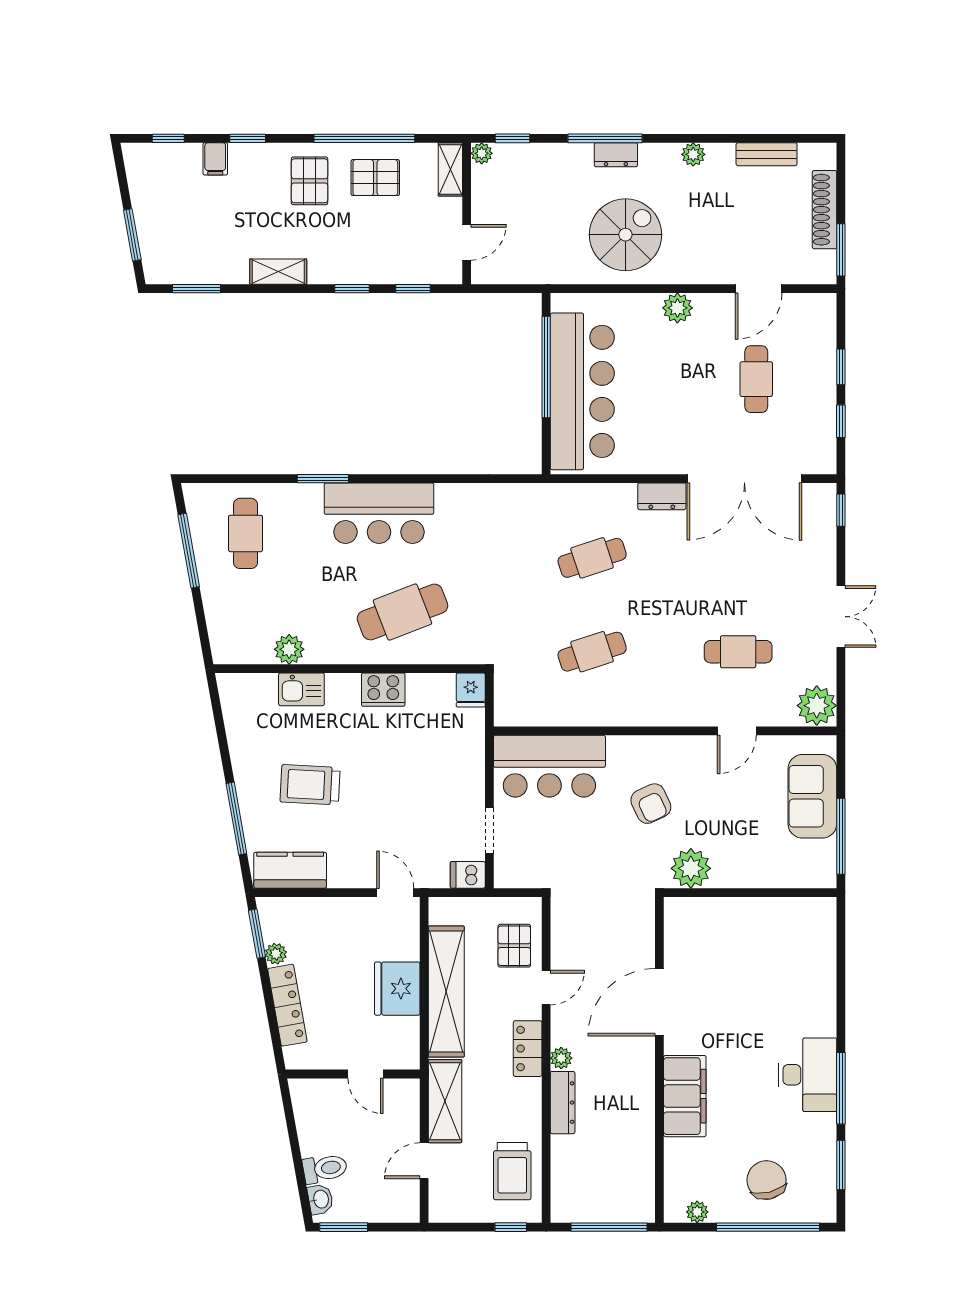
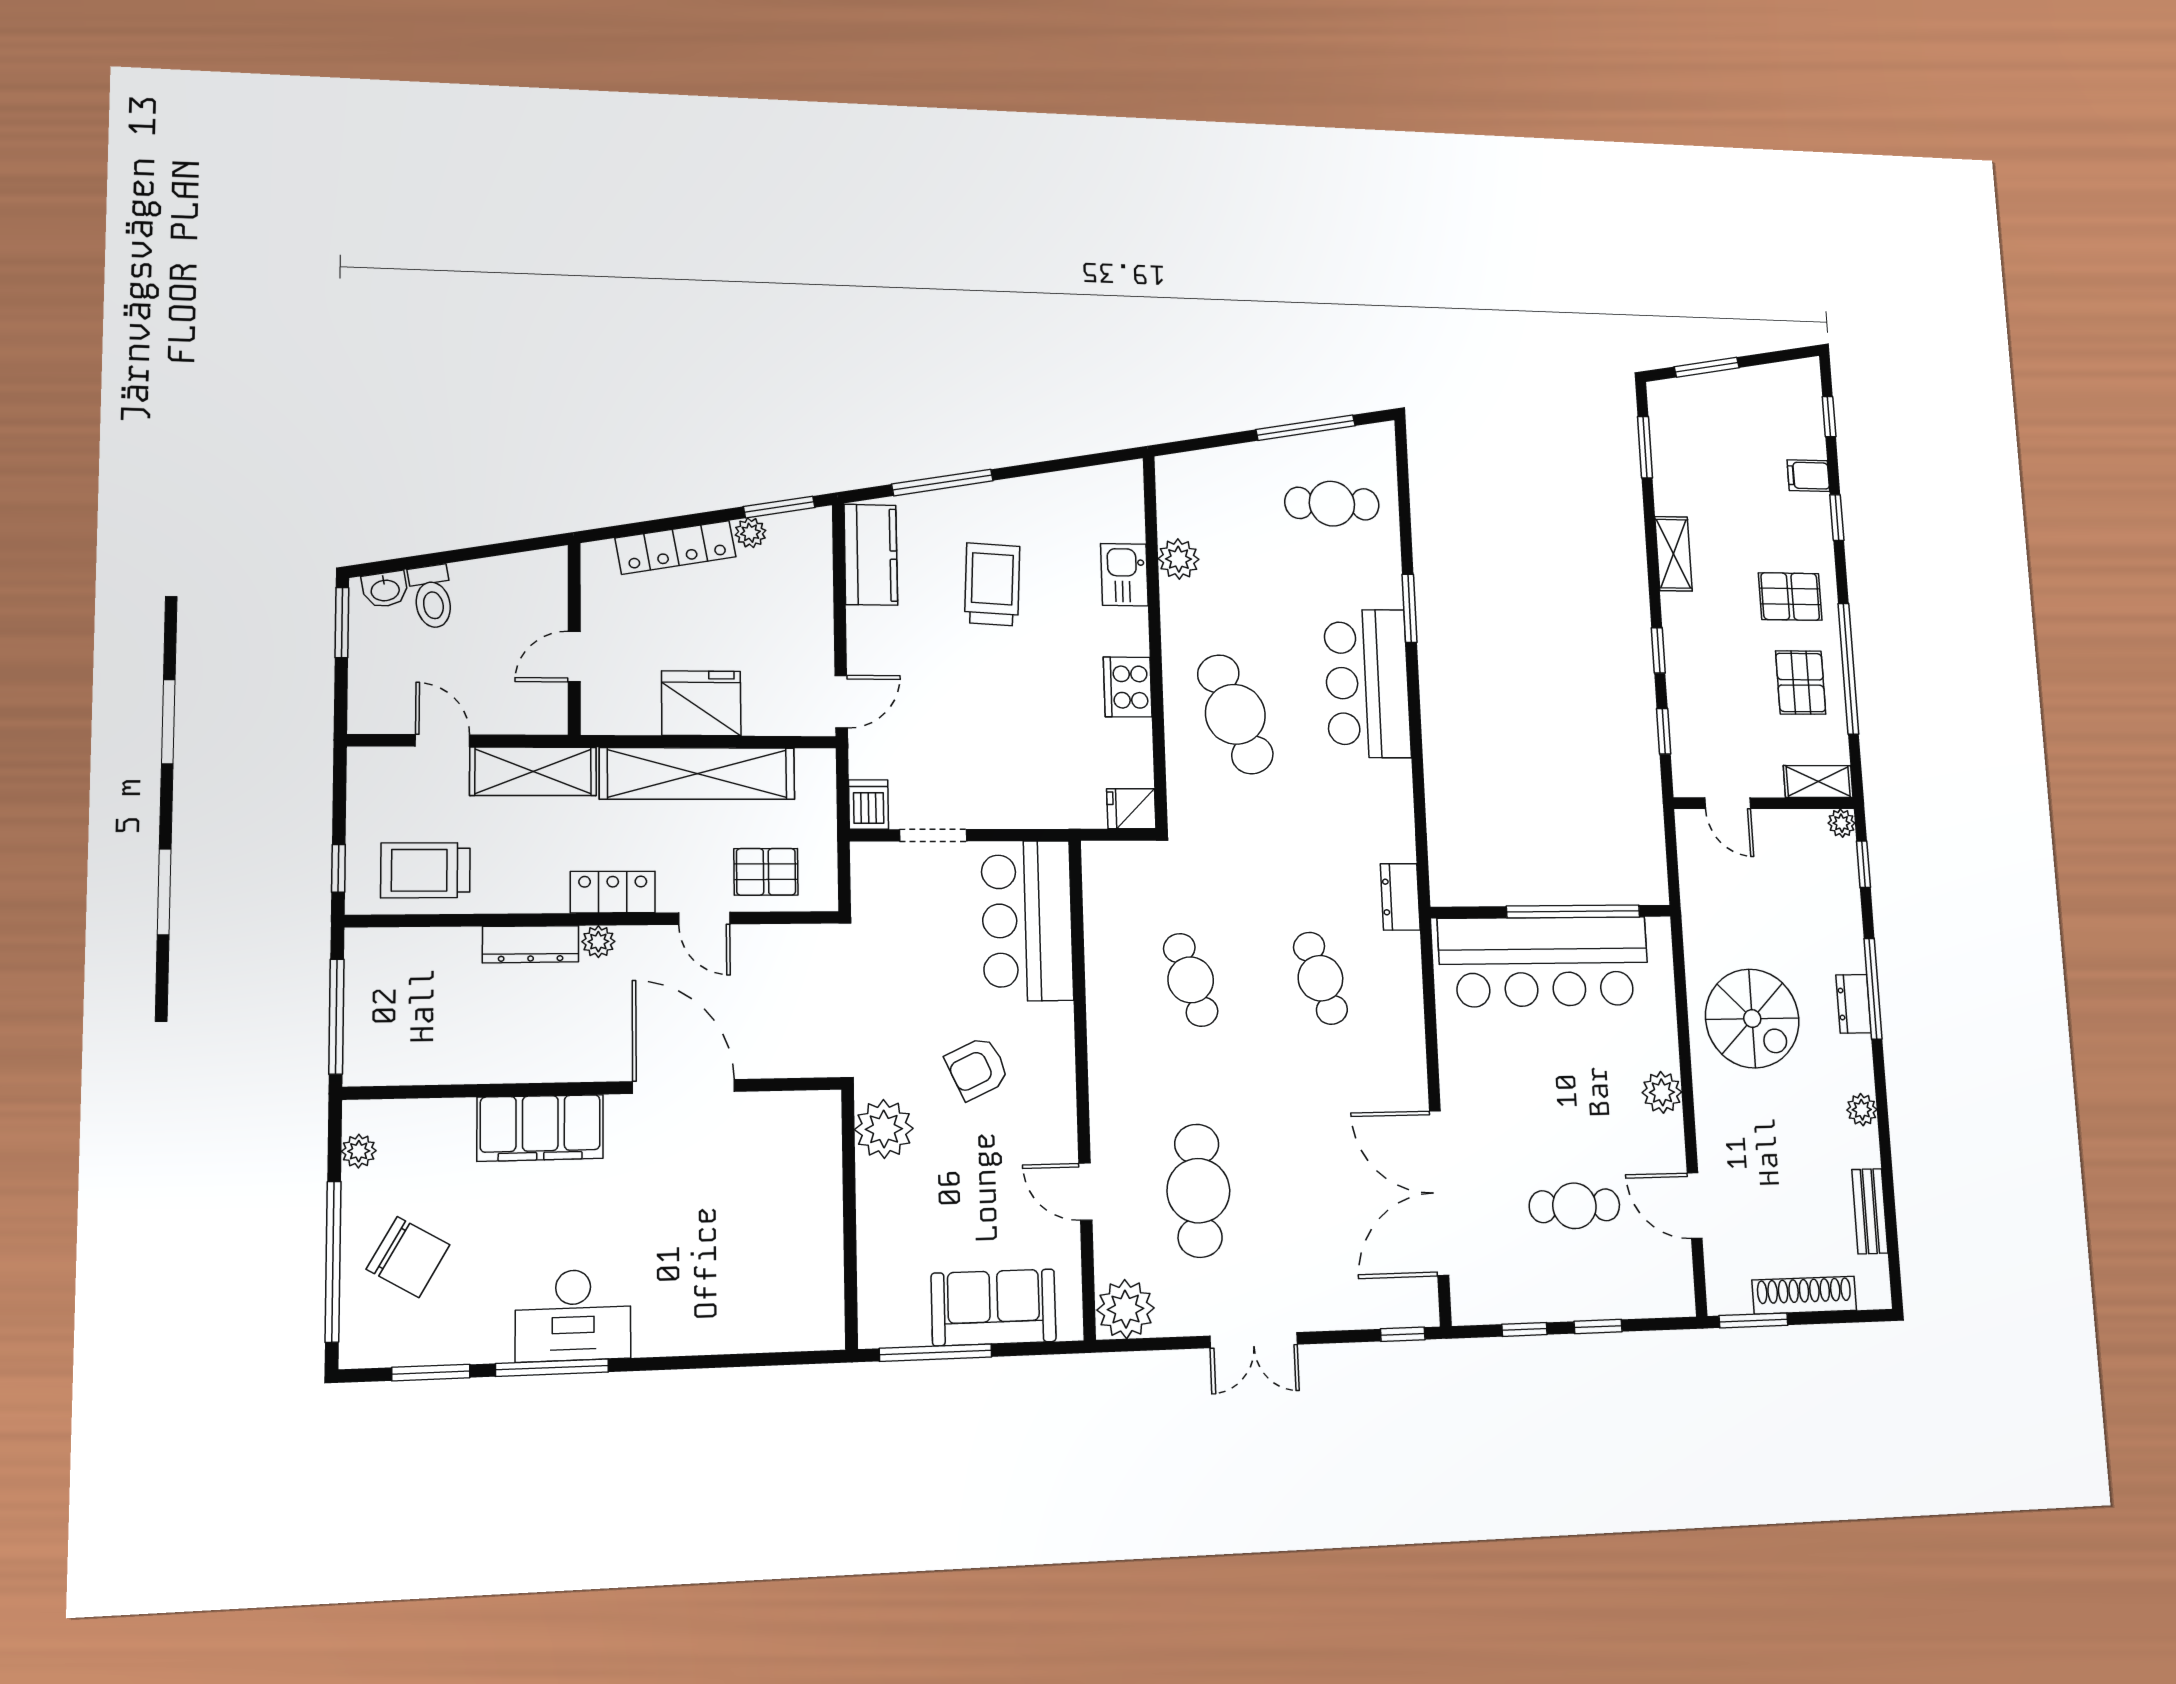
dresser: (662, 496) -> (1400, 897), moved
cafe table: (738, 652) -> (1198, 1191), width x1.37, depth x1.35
chair: (767, 1180) -> (408, 1257), turned 44

